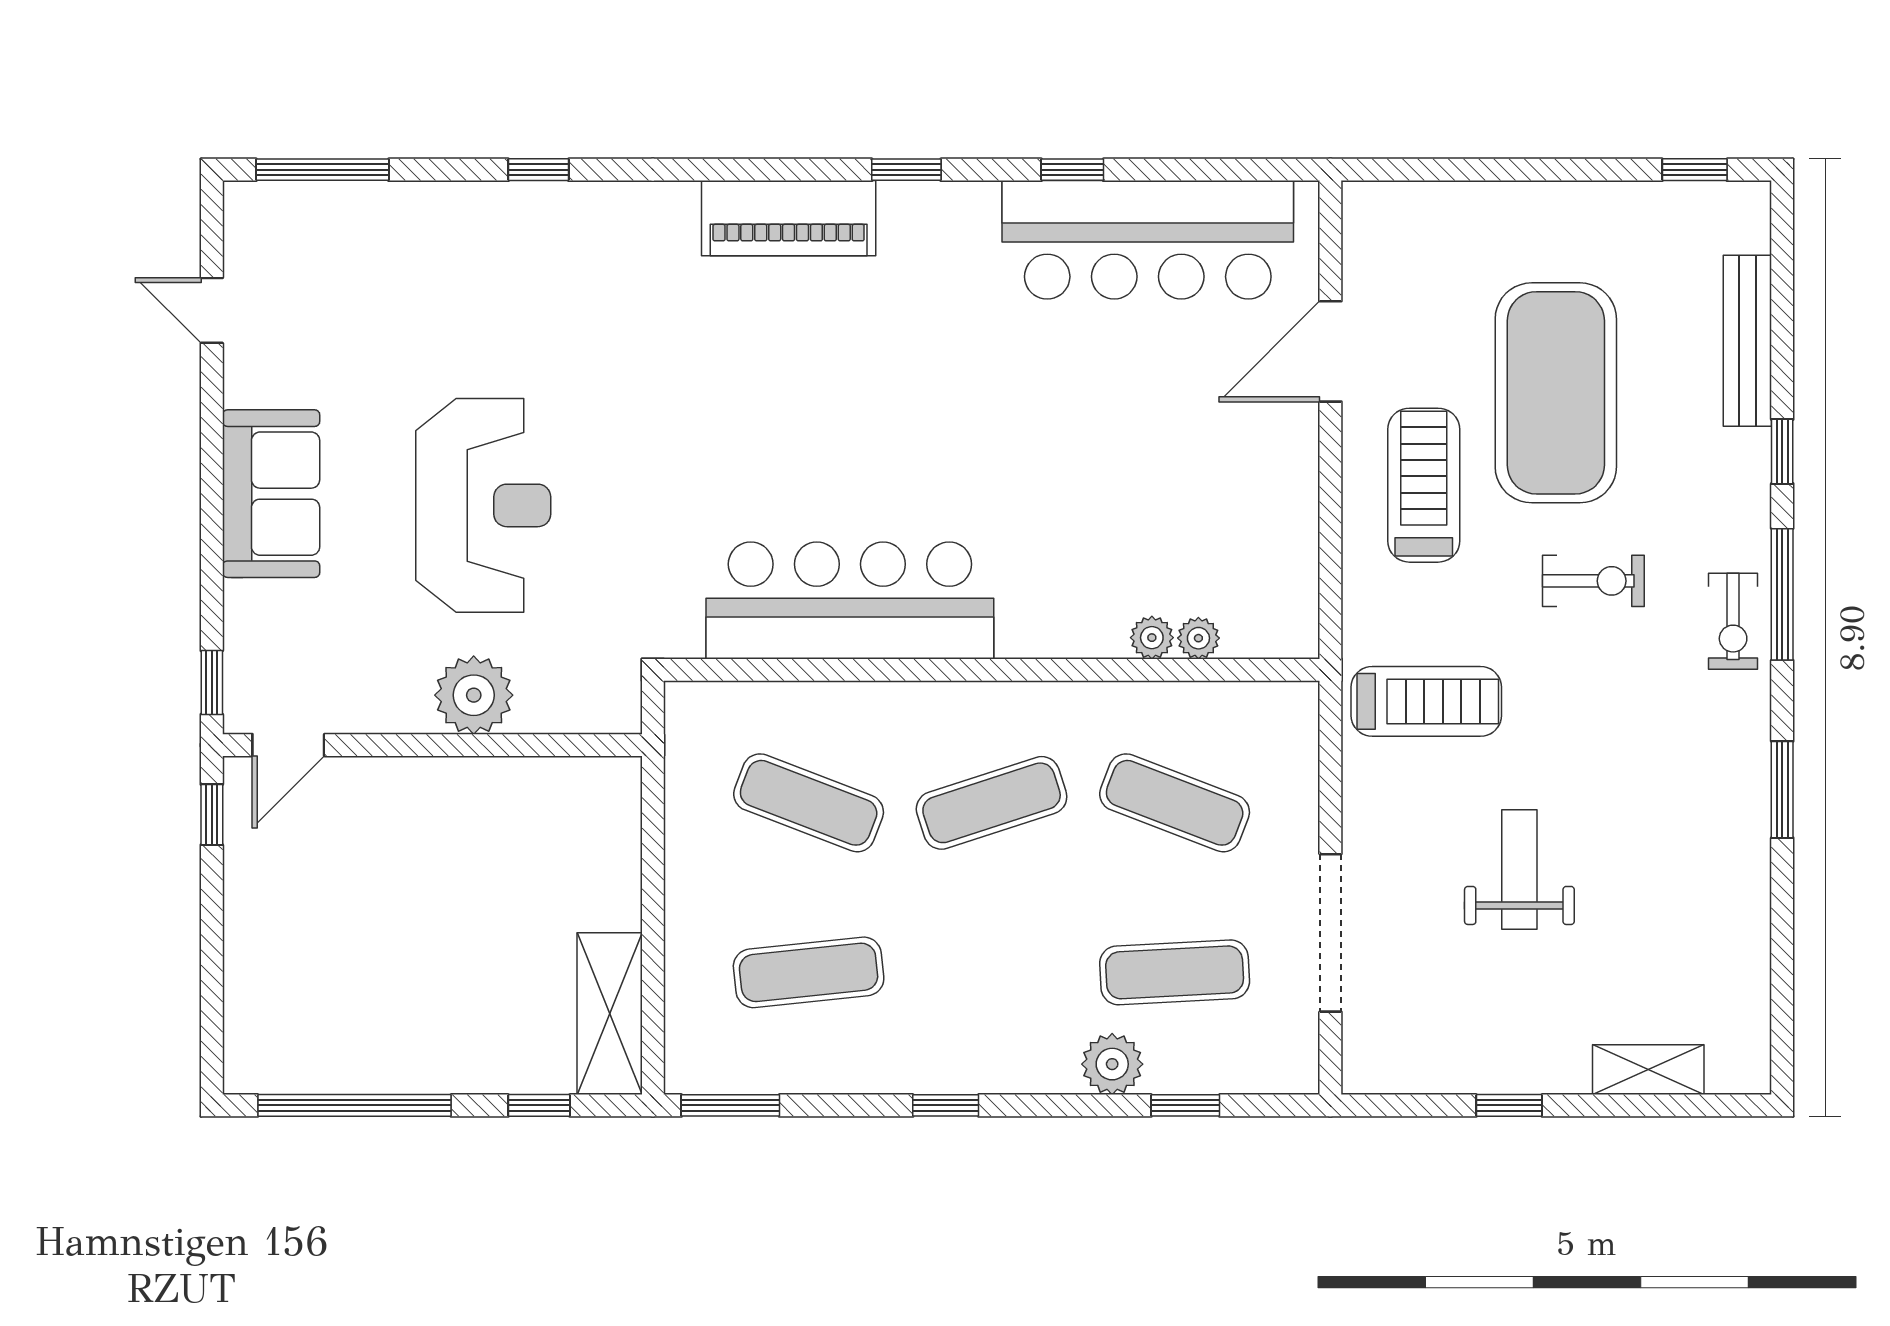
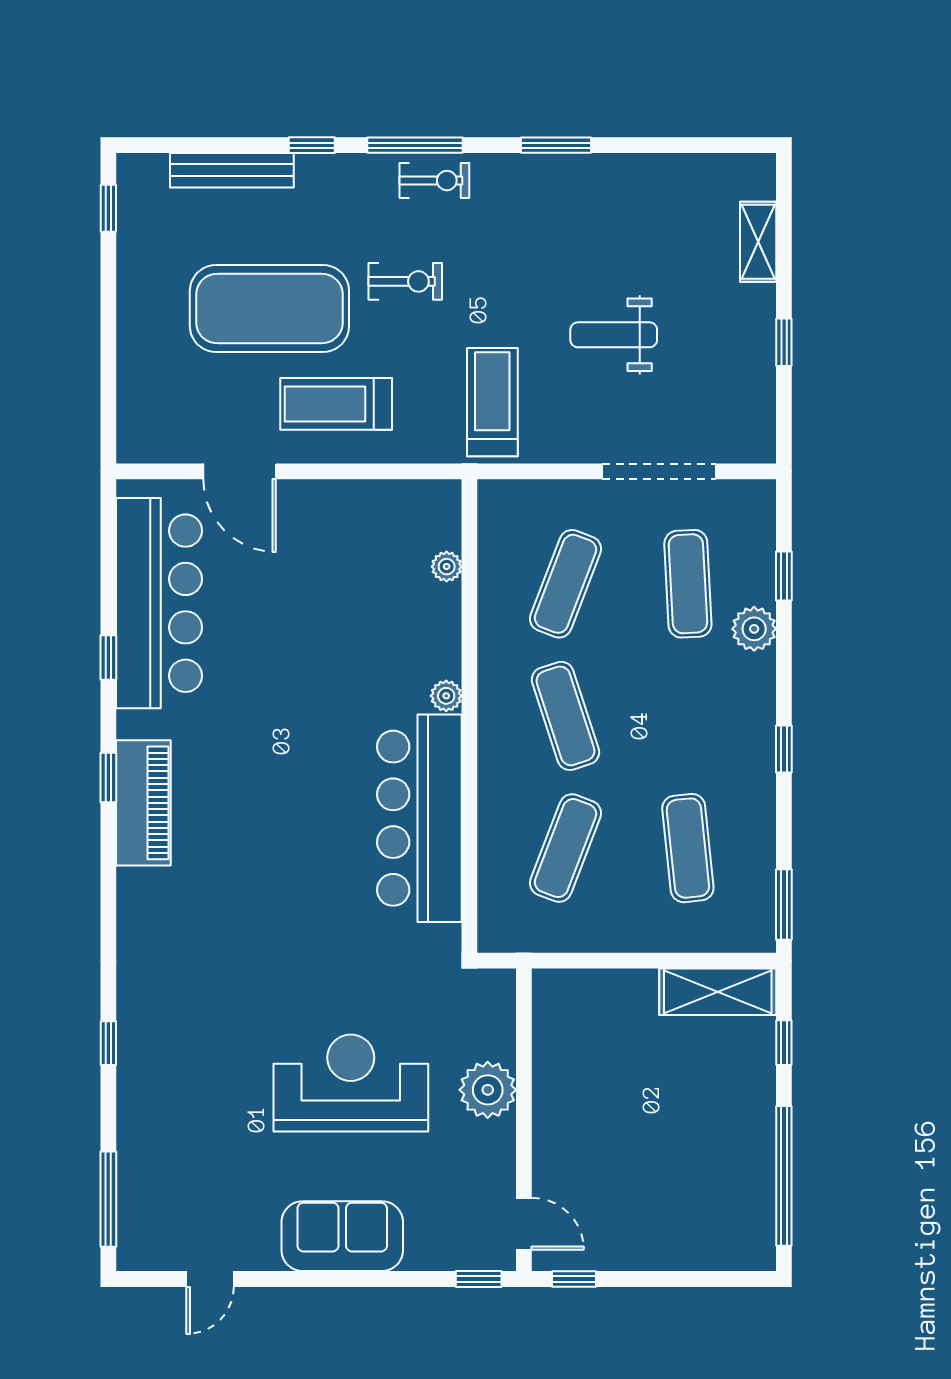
piano: (789, 218) -> (143, 803), moved
exercise bike: (1593, 581) -> (405, 281), turned 90
plant: (1152, 638) -> (446, 696), moved

